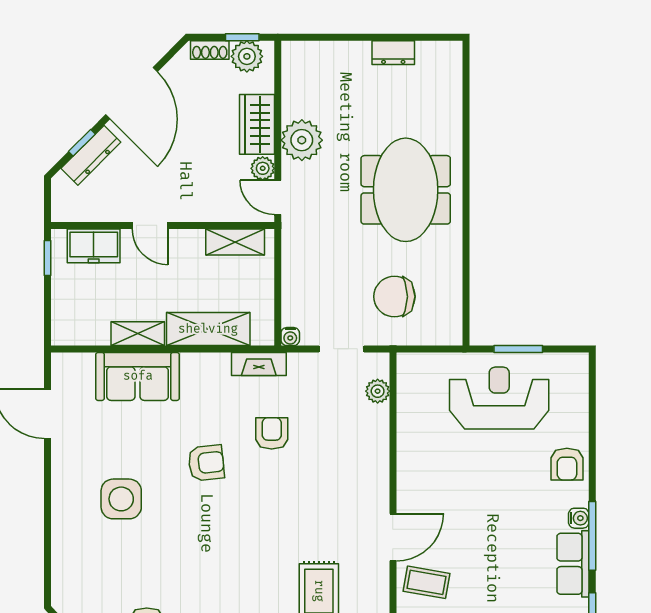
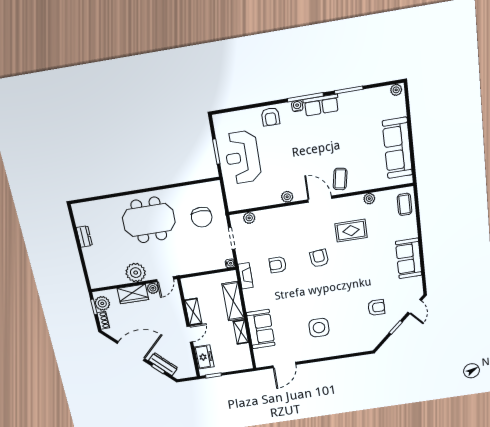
shelving: (235, 242) -> (193, 312), moved
armchair: (206, 463) -> (319, 258), moved
armchair: (567, 464) -> (270, 117), turned 90
plant: (408, 473) -> (287, 197), added

